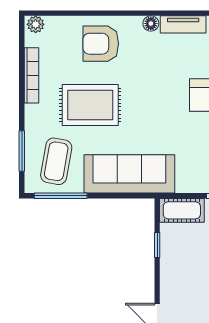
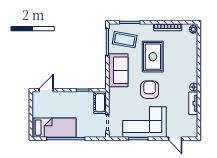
armchair: (101, 44) -> (150, 90), moved
sofa: (129, 174) -> (118, 70), width x0.73

